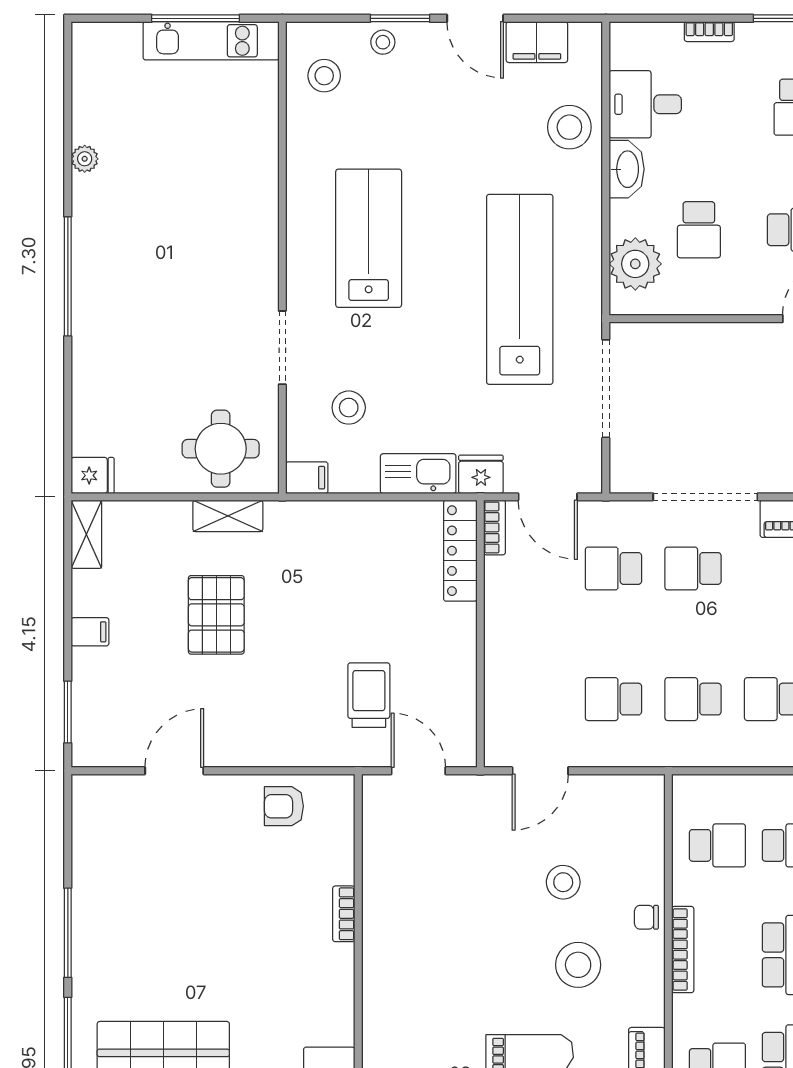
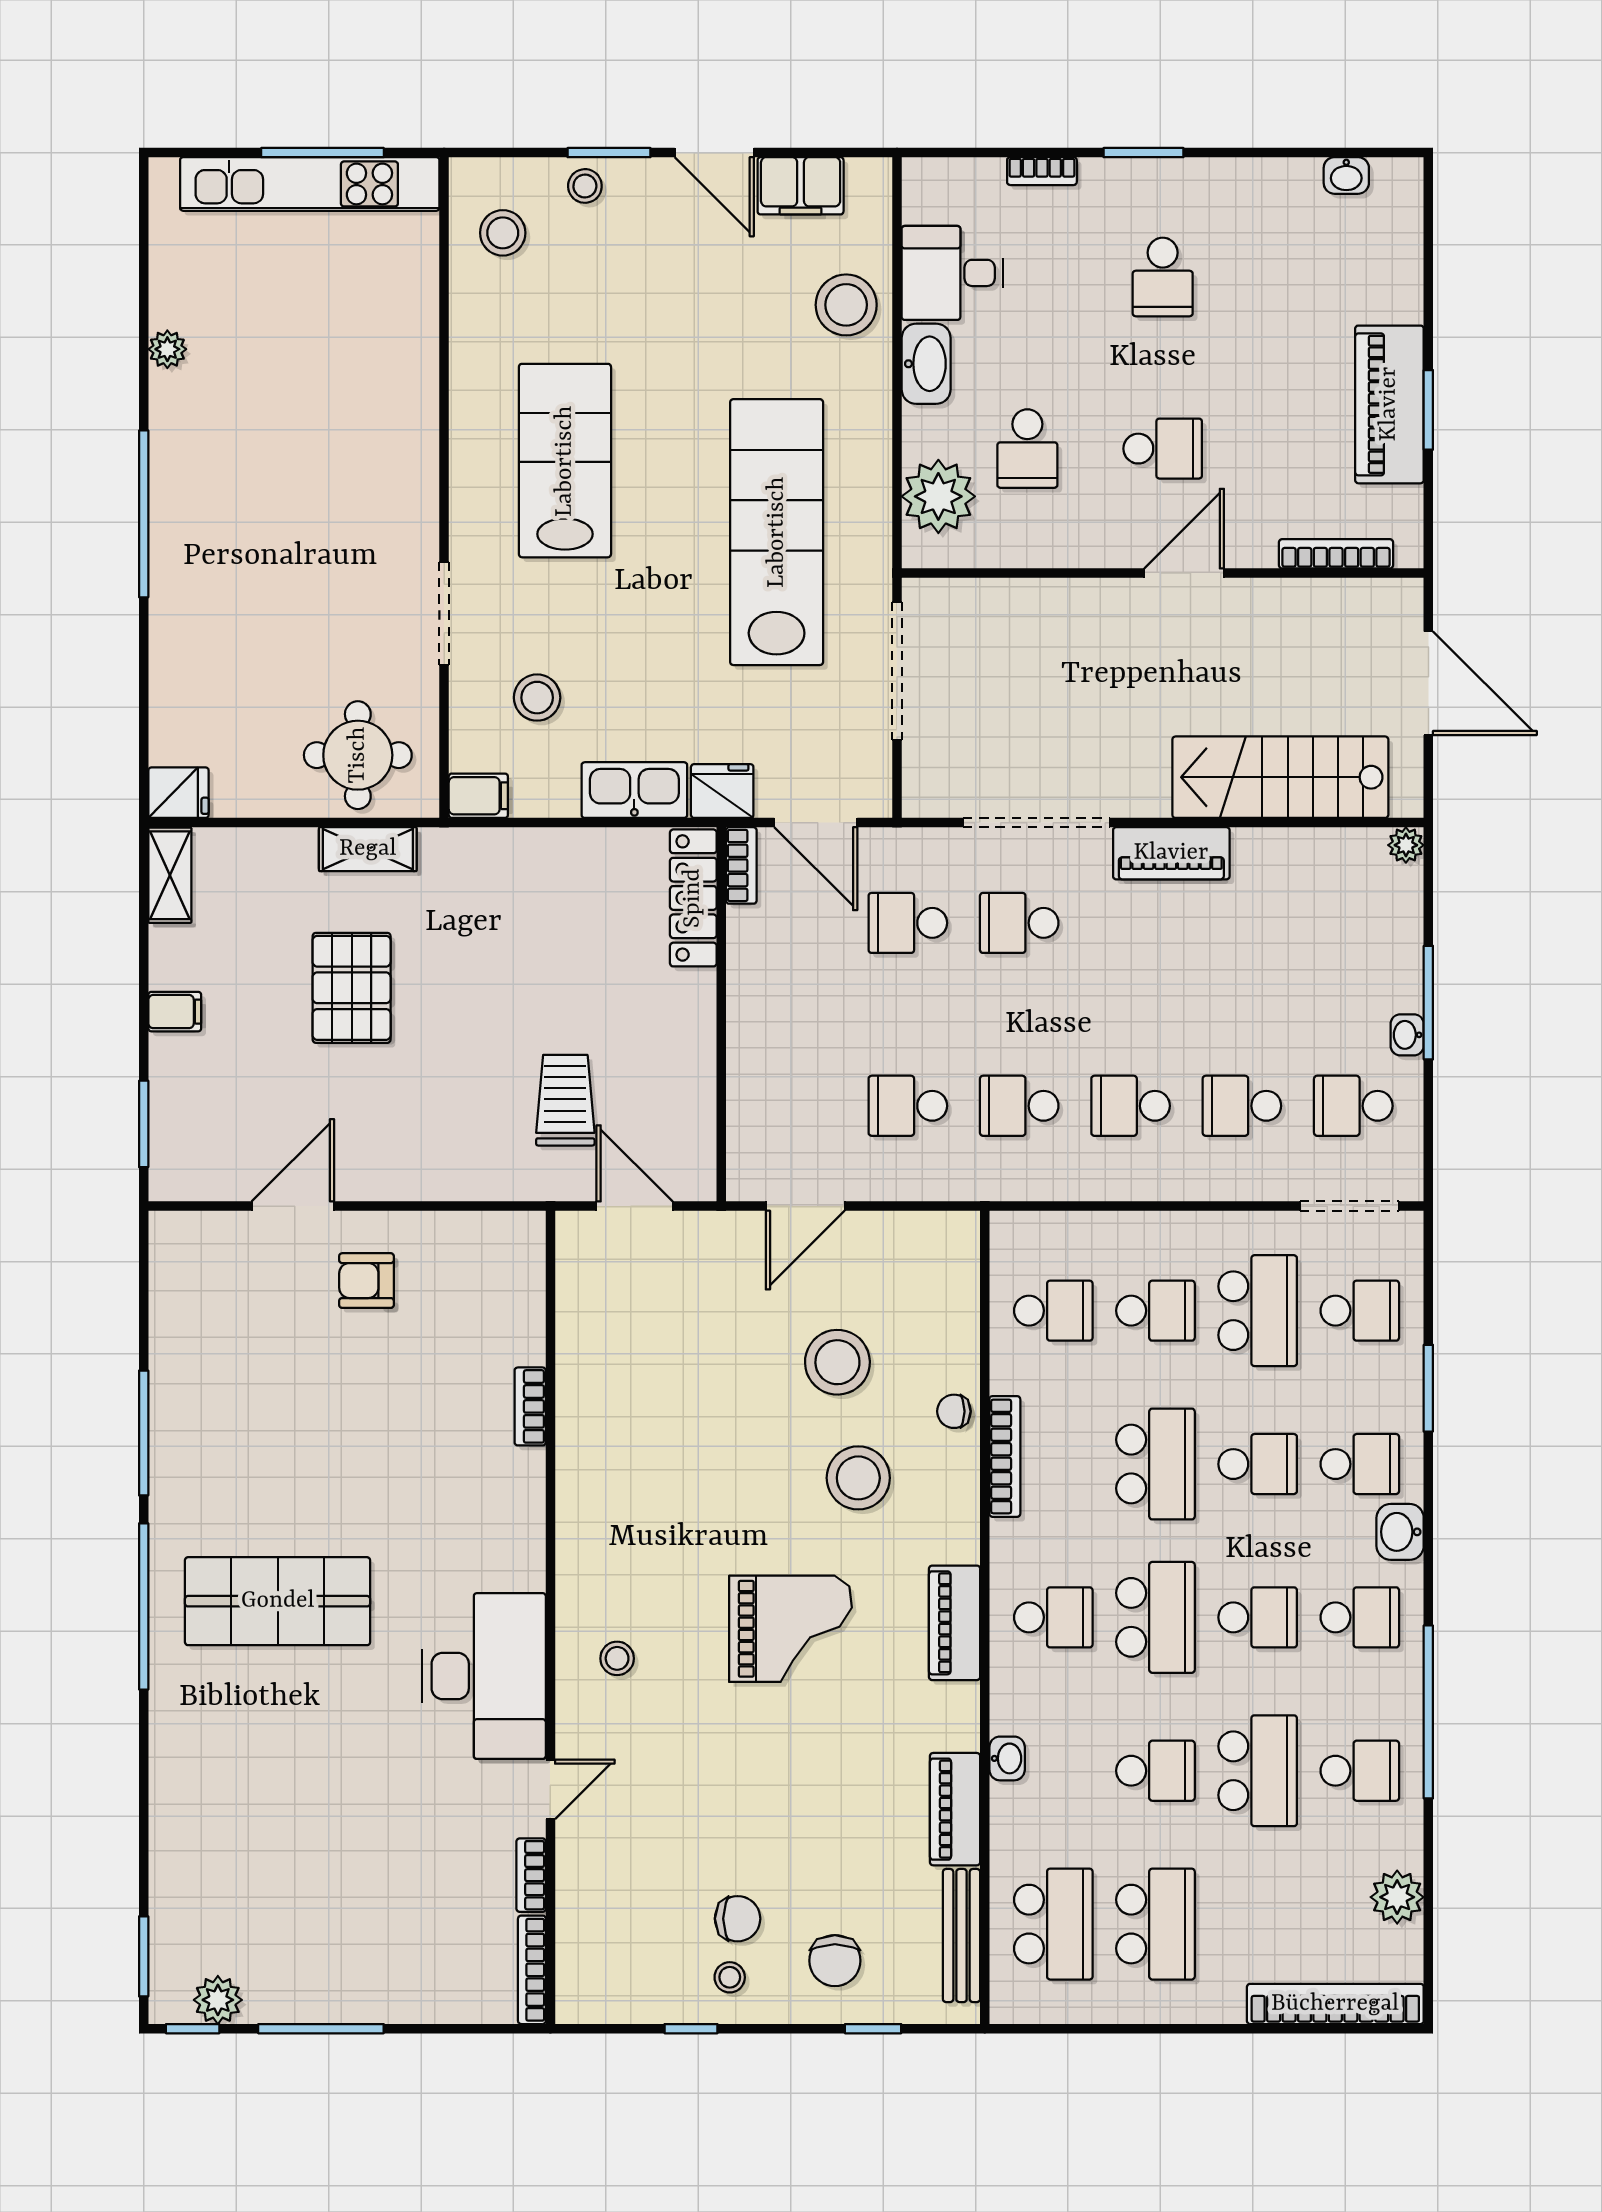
kitchen unit: (211, 41) -> (310, 184), width x1.36
armchair: (284, 806) -> (366, 1281), moved
stool: (563, 882) -> (837, 1362), width x1.38, depth x1.38

